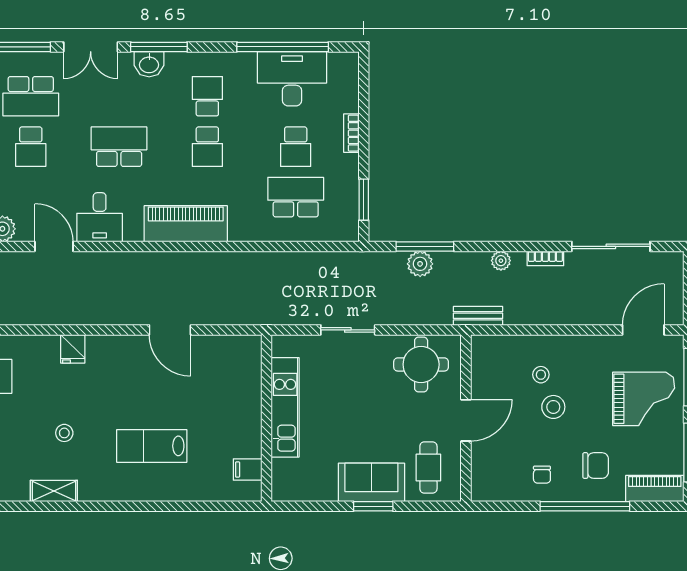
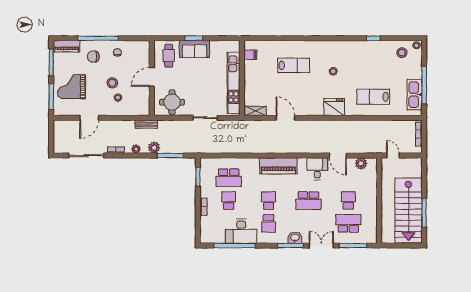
desk: (292, 79) -> (241, 231), moved
plant: (420, 264) -> (154, 148), moved
door: (643, 330) -> (89, 118), moved
fridge: (73, 349) -> (334, 107), width x1.88, depth x1.34
kitchen unit: (285, 407) -> (233, 83), width x1.36
shelving: (54, 491) -> (255, 111), moved

